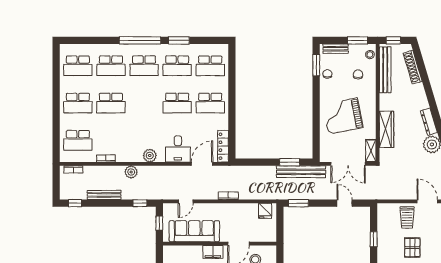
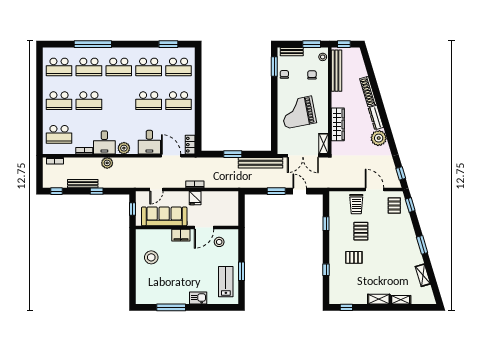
window: (140, 40) -> (93, 44), moved
window: (179, 40) -> (168, 44), moved
shoe rack: (413, 67) -> (368, 91), moved
locker: (223, 146) -> (190, 145), width x0.66
desk: (128, 149) -> (104, 142), added
window: (290, 162) -> (233, 154), moved
door: (202, 164) -> (171, 156), hinge flipped
window: (140, 203) -> (97, 191), moved
window: (298, 203) -> (276, 191), moved
fridge: (265, 211) -> (195, 198), moved

